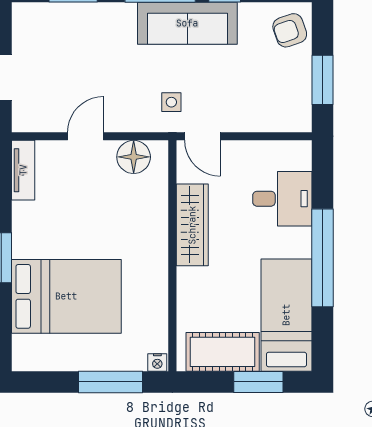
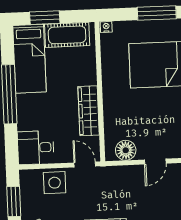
side table: (171, 102) -> (55, 183), moved, width x1.87, depth x1.87
desk: (282, 199) -> (36, 148), moved
window: (111, 382) -> (157, 13), moved

